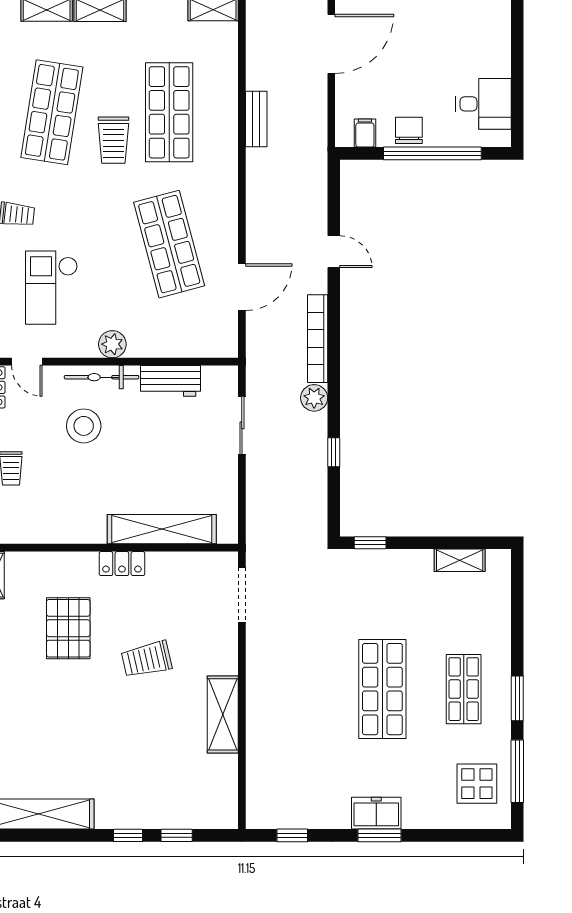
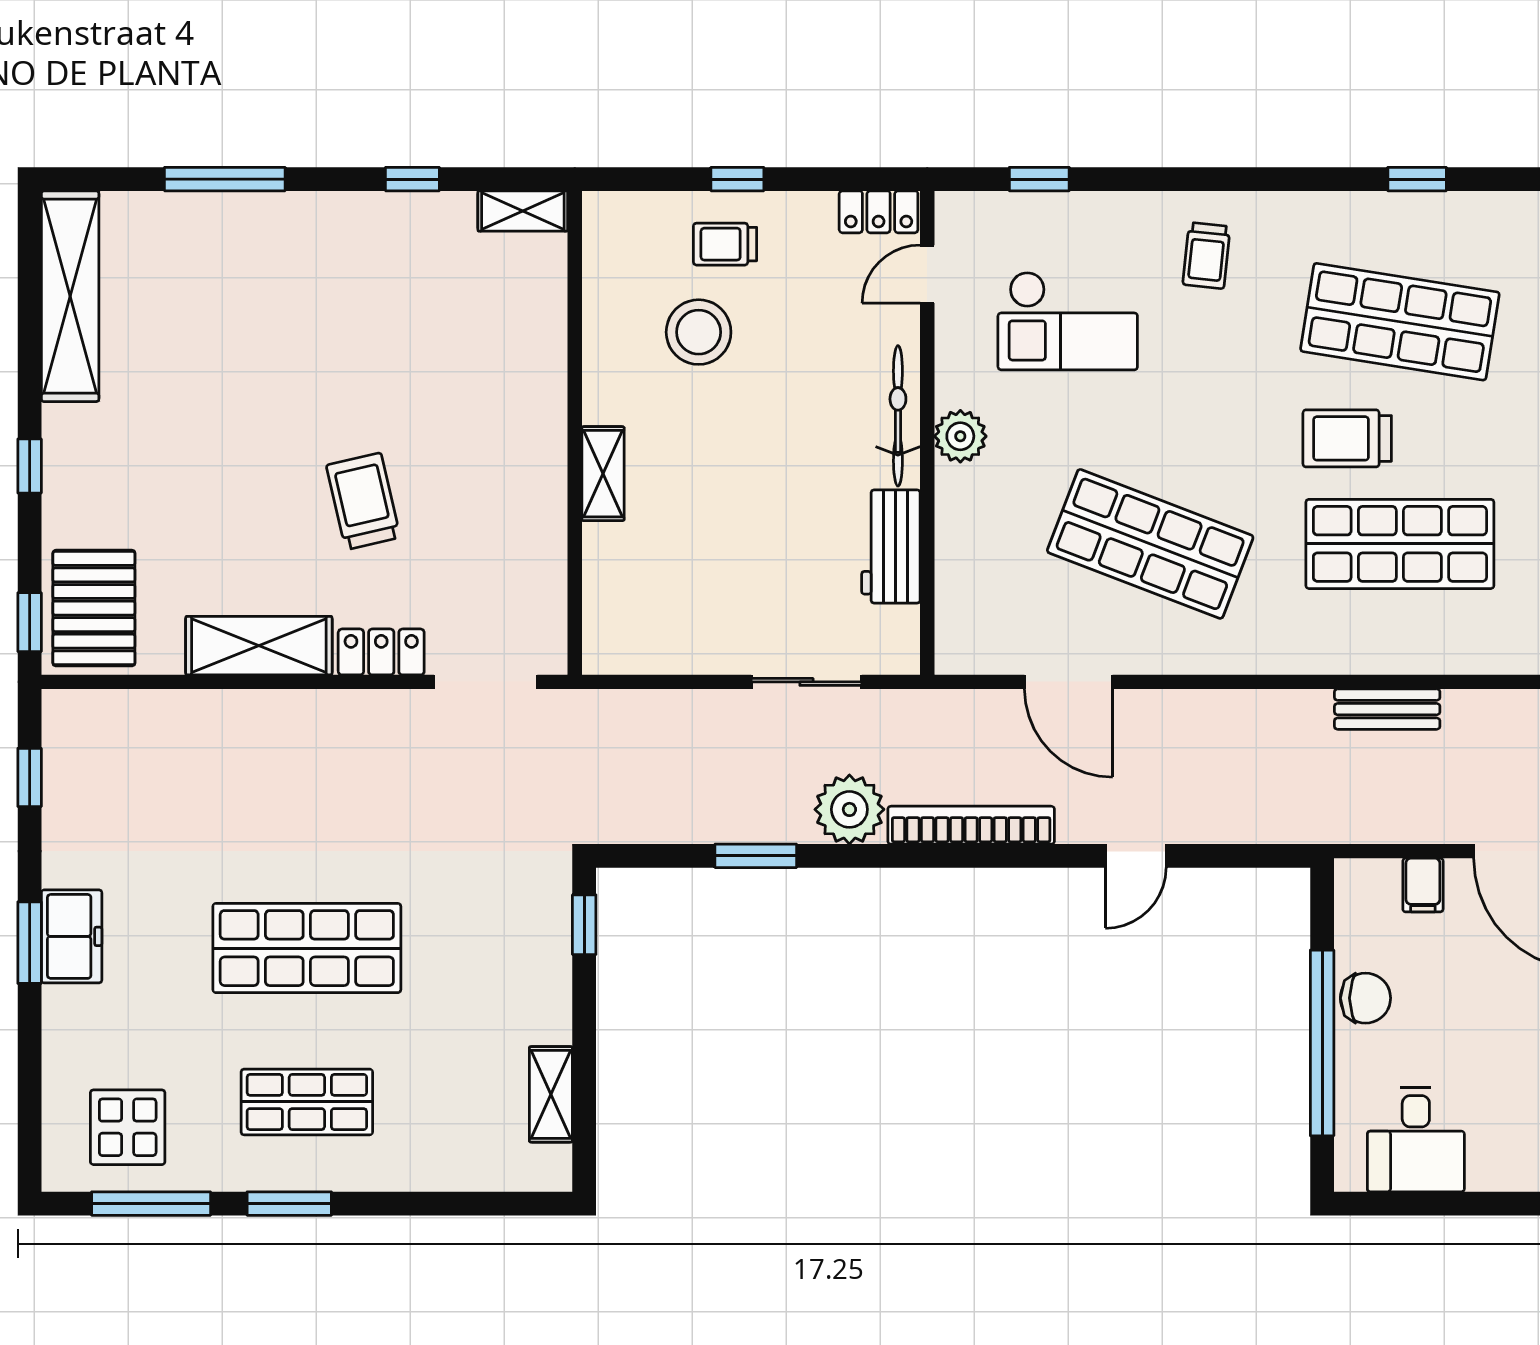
filing cabinet: (365, 133) -> (1423, 885), moved, turned 90
shop shelf: (169, 244) -> (1150, 544), turned 36
checkout: (51, 288) -> (1068, 321), turned 180
plant: (314, 398) -> (849, 809), width x1.36, depth x1.36
stool: (84, 426) -> (699, 332), moved
window: (334, 452) -> (756, 856), width x1.50
shelving: (162, 529) -> (603, 474), width x0.45, depth x0.75
locker: (122, 564) -> (381, 652), moved, turned 90
pallet: (68, 628) -> (94, 608), moved, turned 90
window: (177, 835) -> (30, 622), moved

